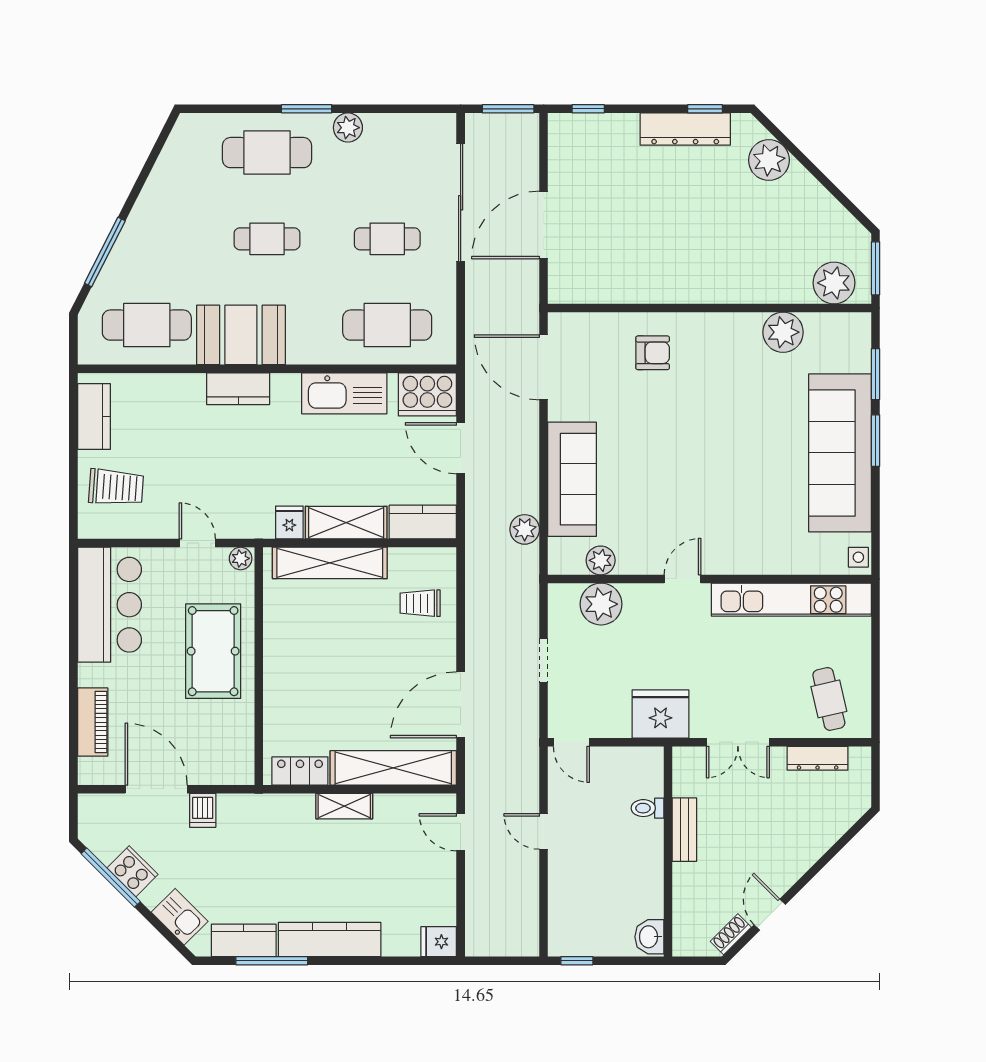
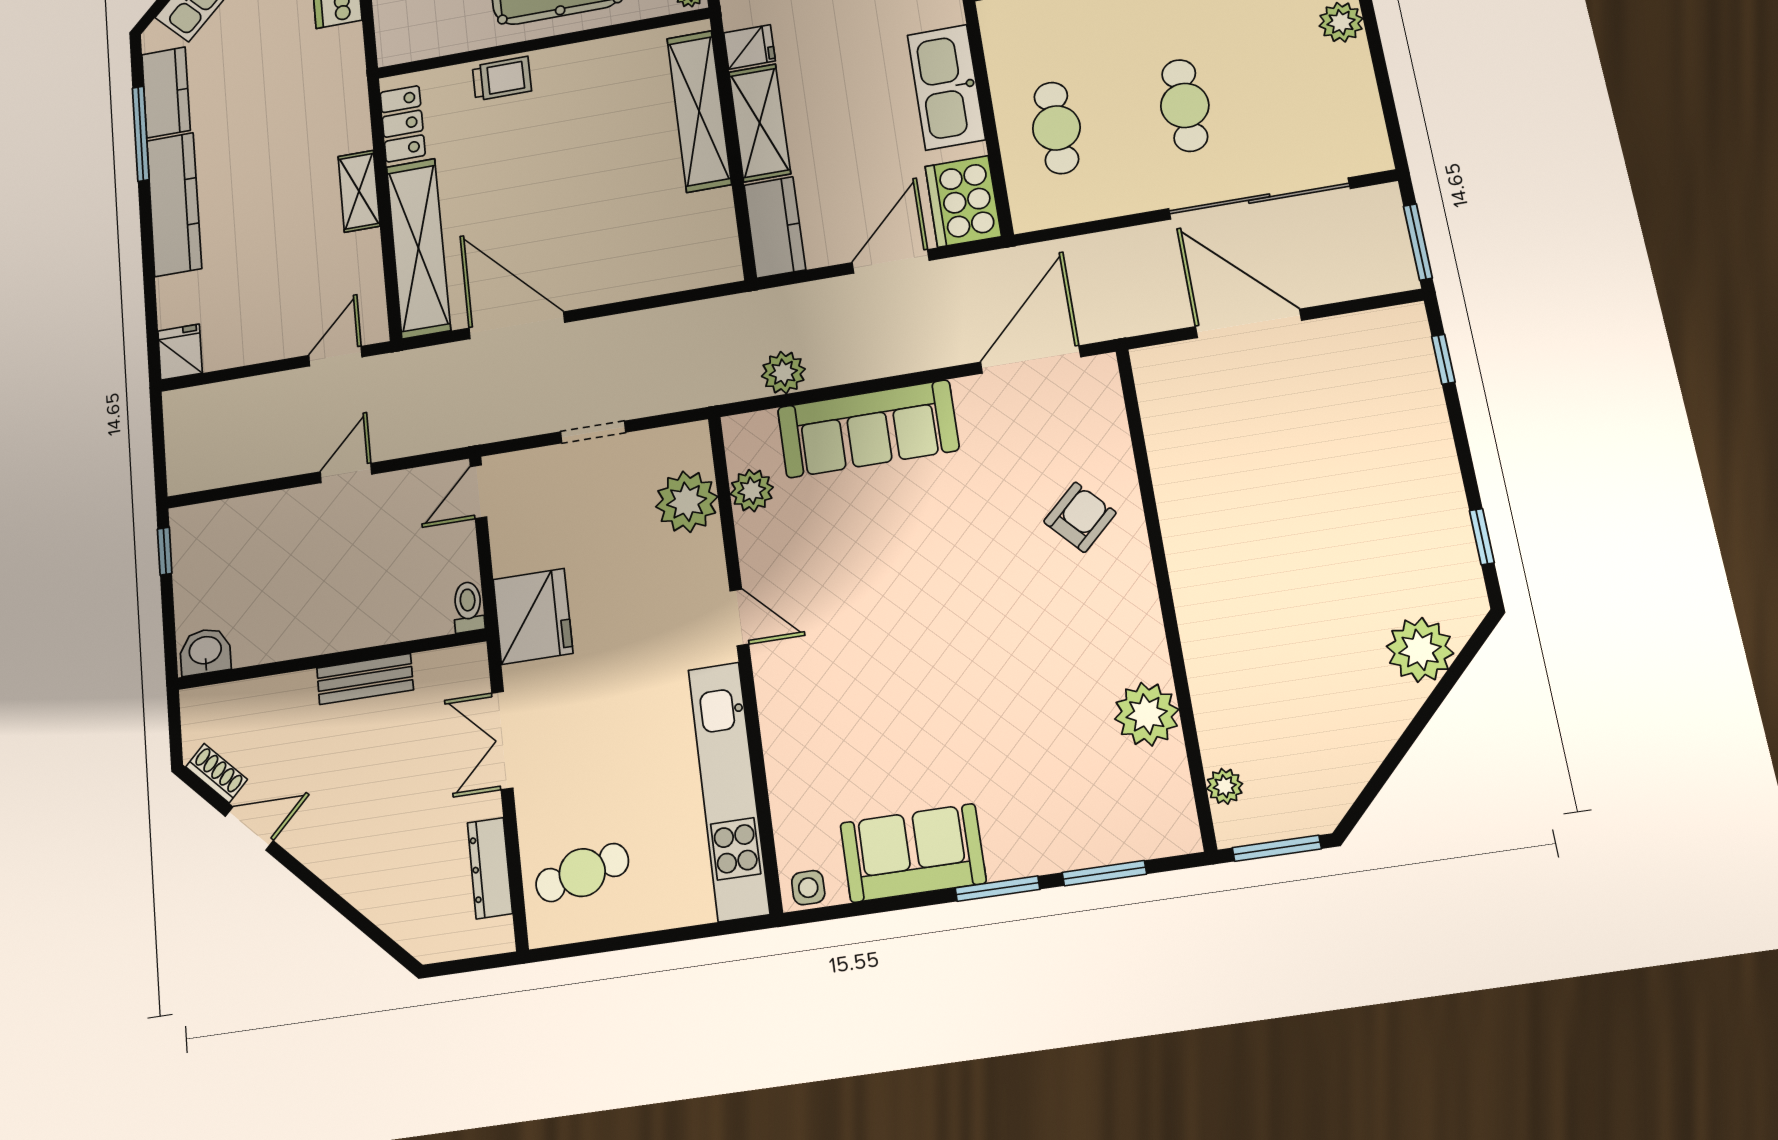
dresser: (685, 129) -> (1443, 511), removed
plant: (834, 283) -> (1225, 786), width x0.53, depth x0.53
cafe table: (387, 325) -> (1056, 128), width x0.73, depth x0.74
armchair: (653, 353) -> (1080, 517), turned -133
sofa: (840, 453) -> (913, 853), width x0.54, depth x0.79
trolley: (420, 603) -> (502, 79), moved, turned 90
toilet: (648, 808) -> (468, 607), moved

